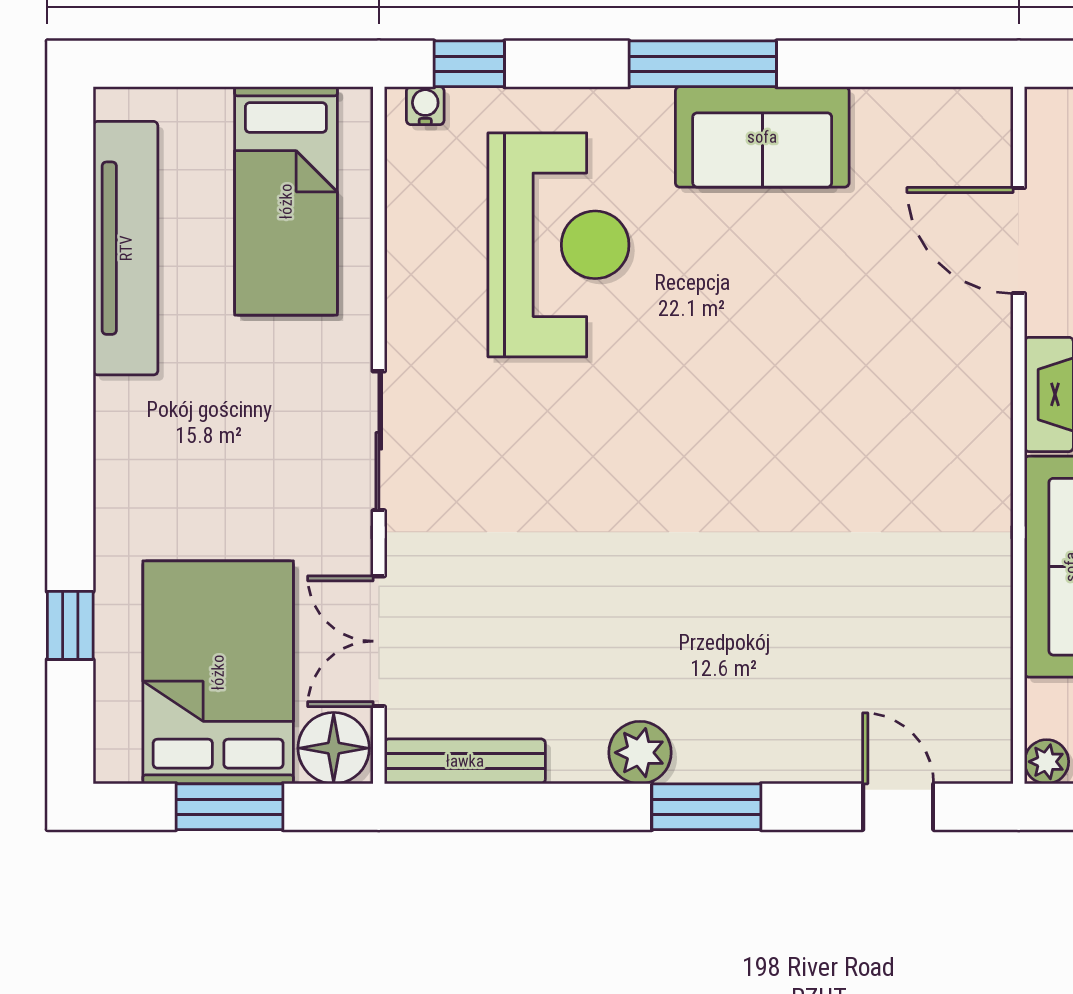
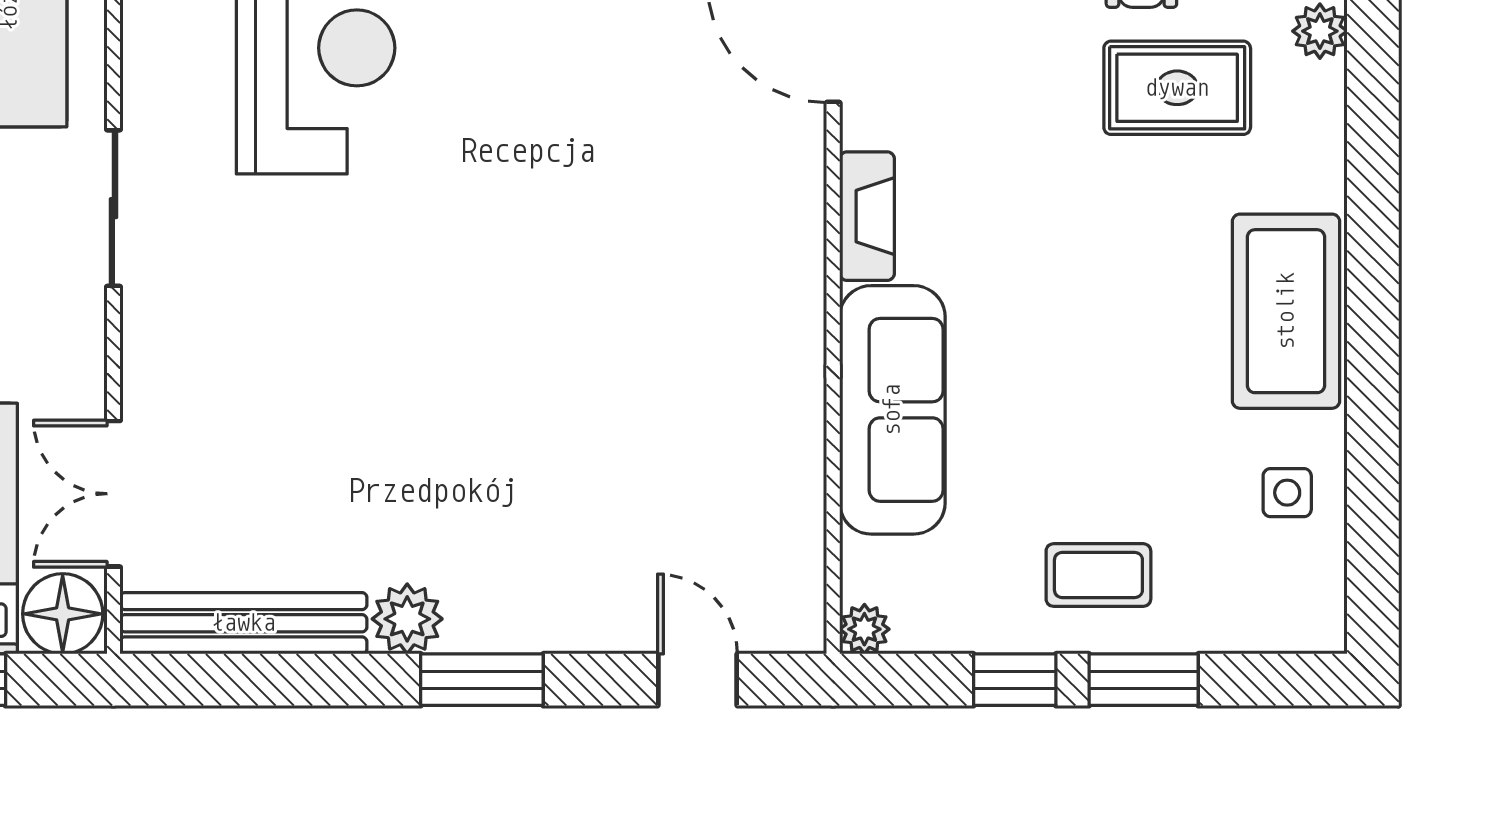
sliding door: (379, 441) -> (113, 208), moved
bench: (465, 761) -> (243, 623), width x1.37, depth x1.21

